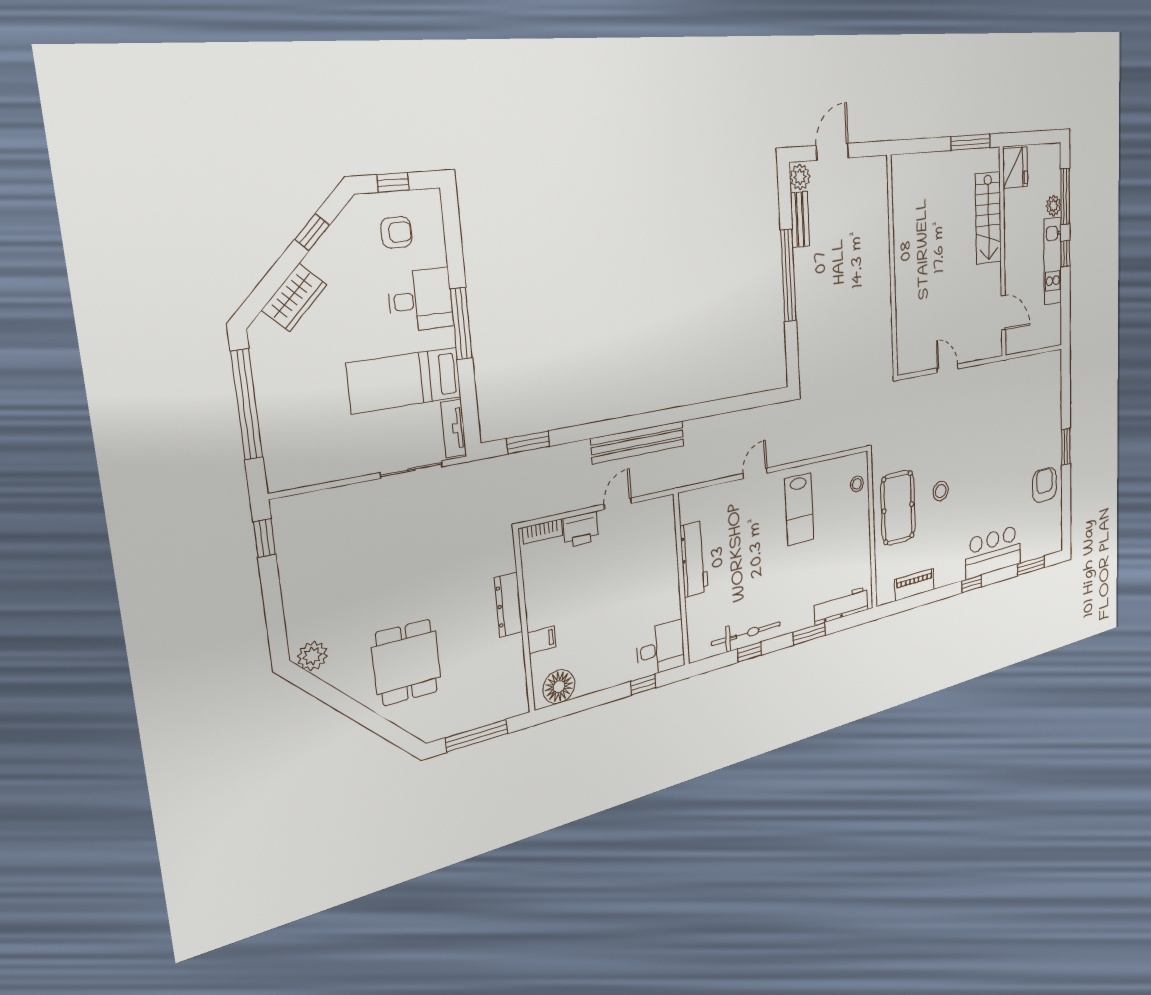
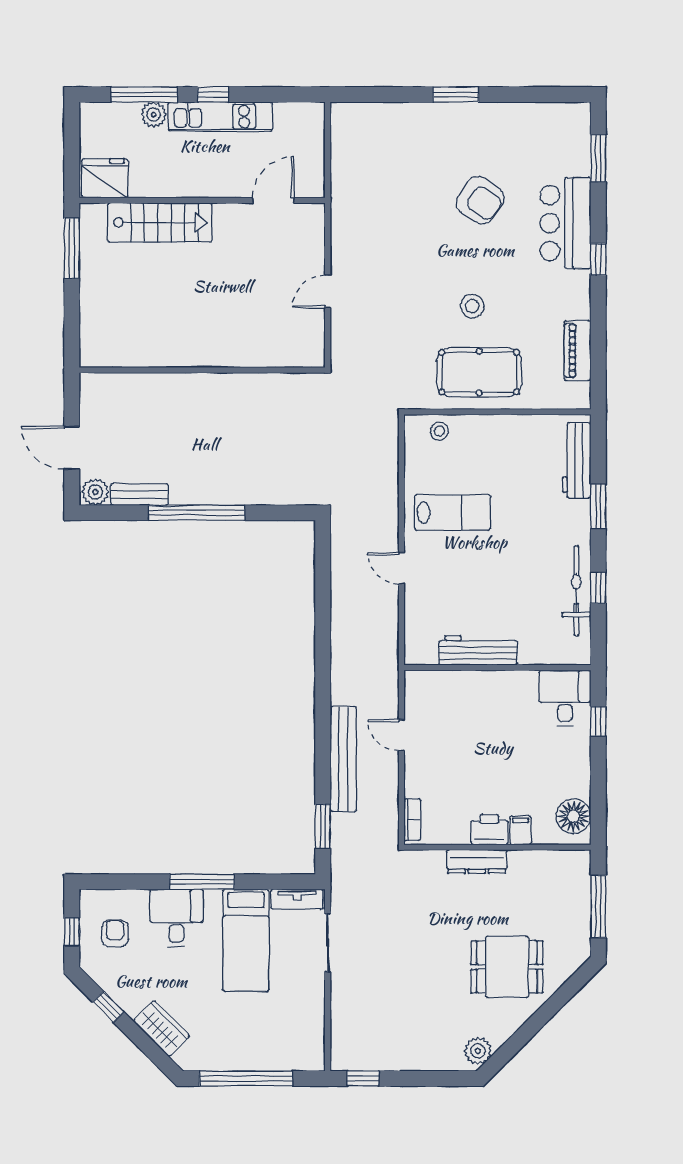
bench: (638, 442) -> (343, 759), moved
armchair: (1044, 485) -> (480, 200), moved, turned -145
printer: (581, 529) -> (489, 830), moved, turned -90

